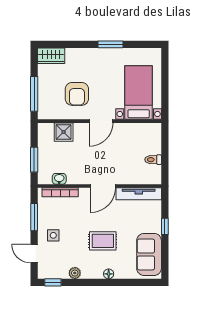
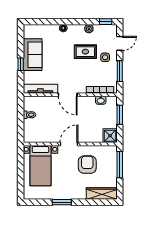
wardrobe: (51, 56) -> (102, 194), width x1.50
shower: (64, 132) -> (110, 136), moved
door: (103, 186) -> (68, 95), swing flipped
rug: (103, 241) -> (85, 52), moved
door: (34, 254) -> (120, 43), hinge flipped
sofa: (149, 254) -> (33, 55), moved

